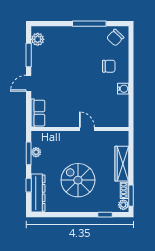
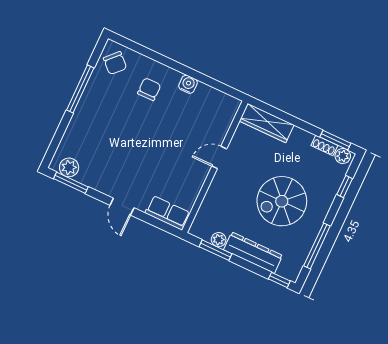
window: (29, 55) -> (71, 183), moved
wardrobe: (122, 164) -> (267, 123), moved
window: (29, 185) -> (279, 280), moved
dresser: (38, 193) -> (253, 253), moved
window: (60, 215) -> (317, 246), added

